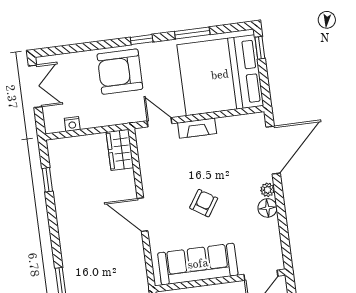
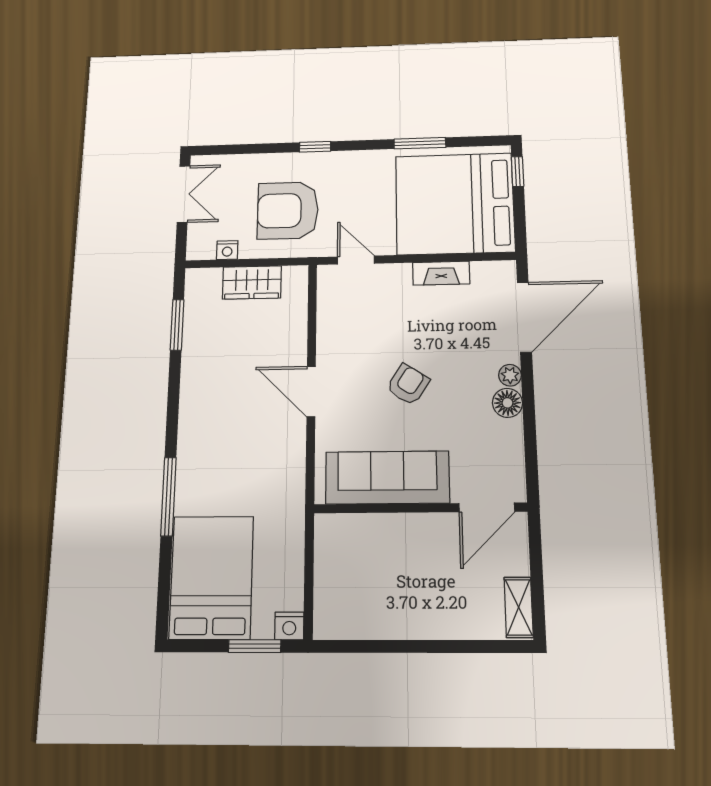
window: (142, 40) -> (315, 147), moved
armchair: (120, 72) -> (288, 211), moved
fireplace: (197, 128) -> (441, 273), moved
wardrobe: (120, 150) -> (252, 282), moved, turned -90
window: (47, 180) -> (177, 325), width x1.50

